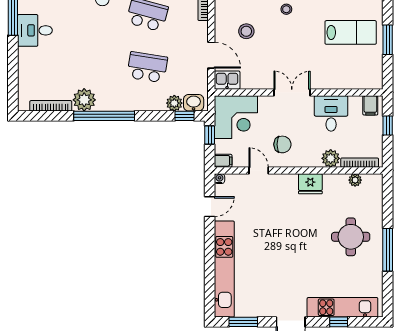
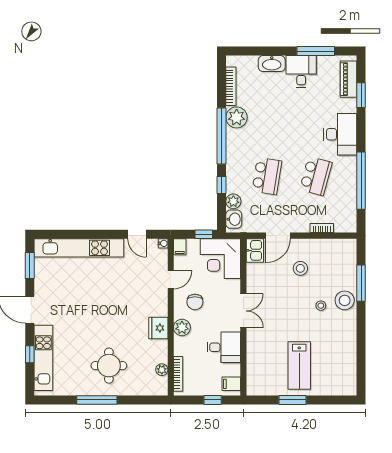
washbasin: (26, 62) -> (272, 64), added
window: (185, 116) -> (222, 185), moved
plant: (331, 158) -> (182, 328), moved

